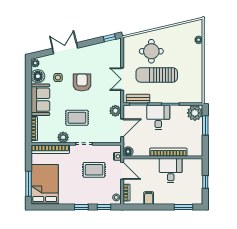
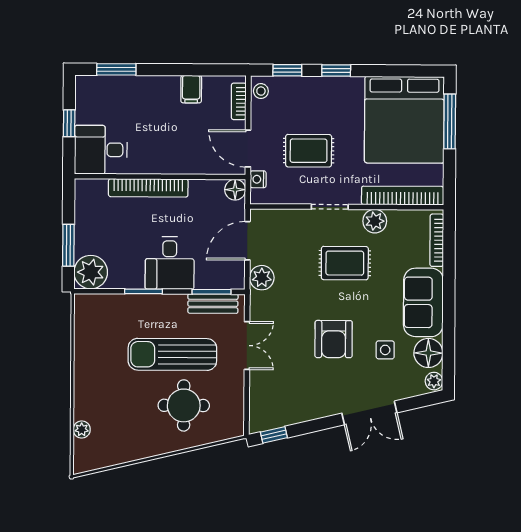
sun lounger: (157, 75) -> (172, 354), turned 180
desk: (171, 171) -> (101, 150), moved, turned 90
bed: (45, 184) -> (404, 120), width x1.36

